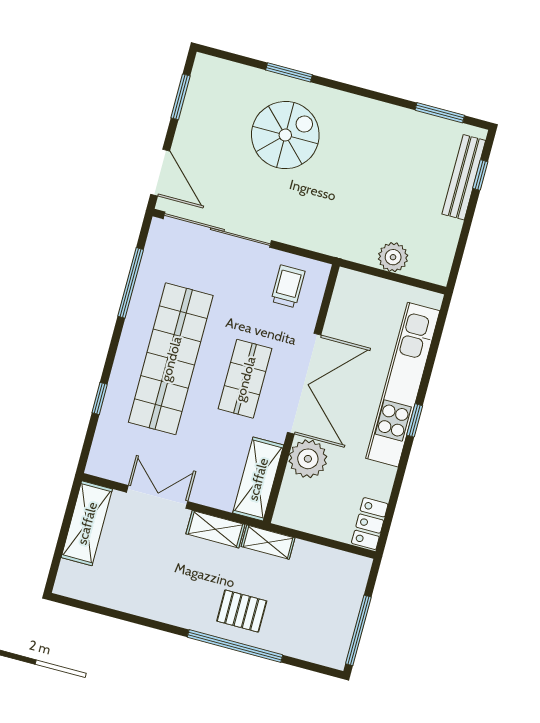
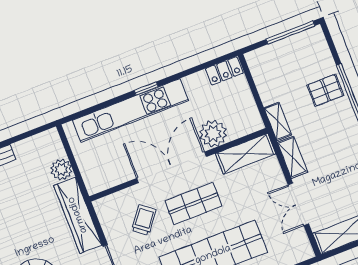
wardrobe: (328, 238) -> (78, 215), added
trolley: (288, 286) -> (144, 220), moved, turned 128
pallet: (242, 611) -> (325, 90), moved, turned 90

